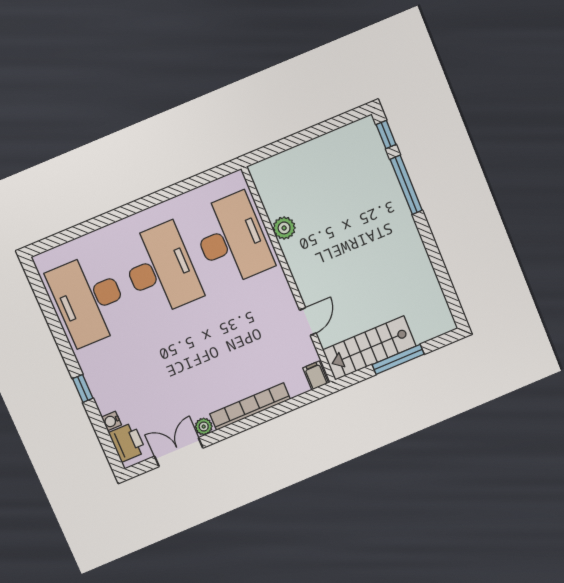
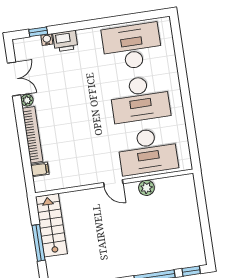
door: (308, 322) -> (113, 183), moved
filing cabinet: (316, 376) -> (40, 169), moved
window: (83, 388) -> (38, 32), moved
printer: (127, 442) -> (65, 41), moved

